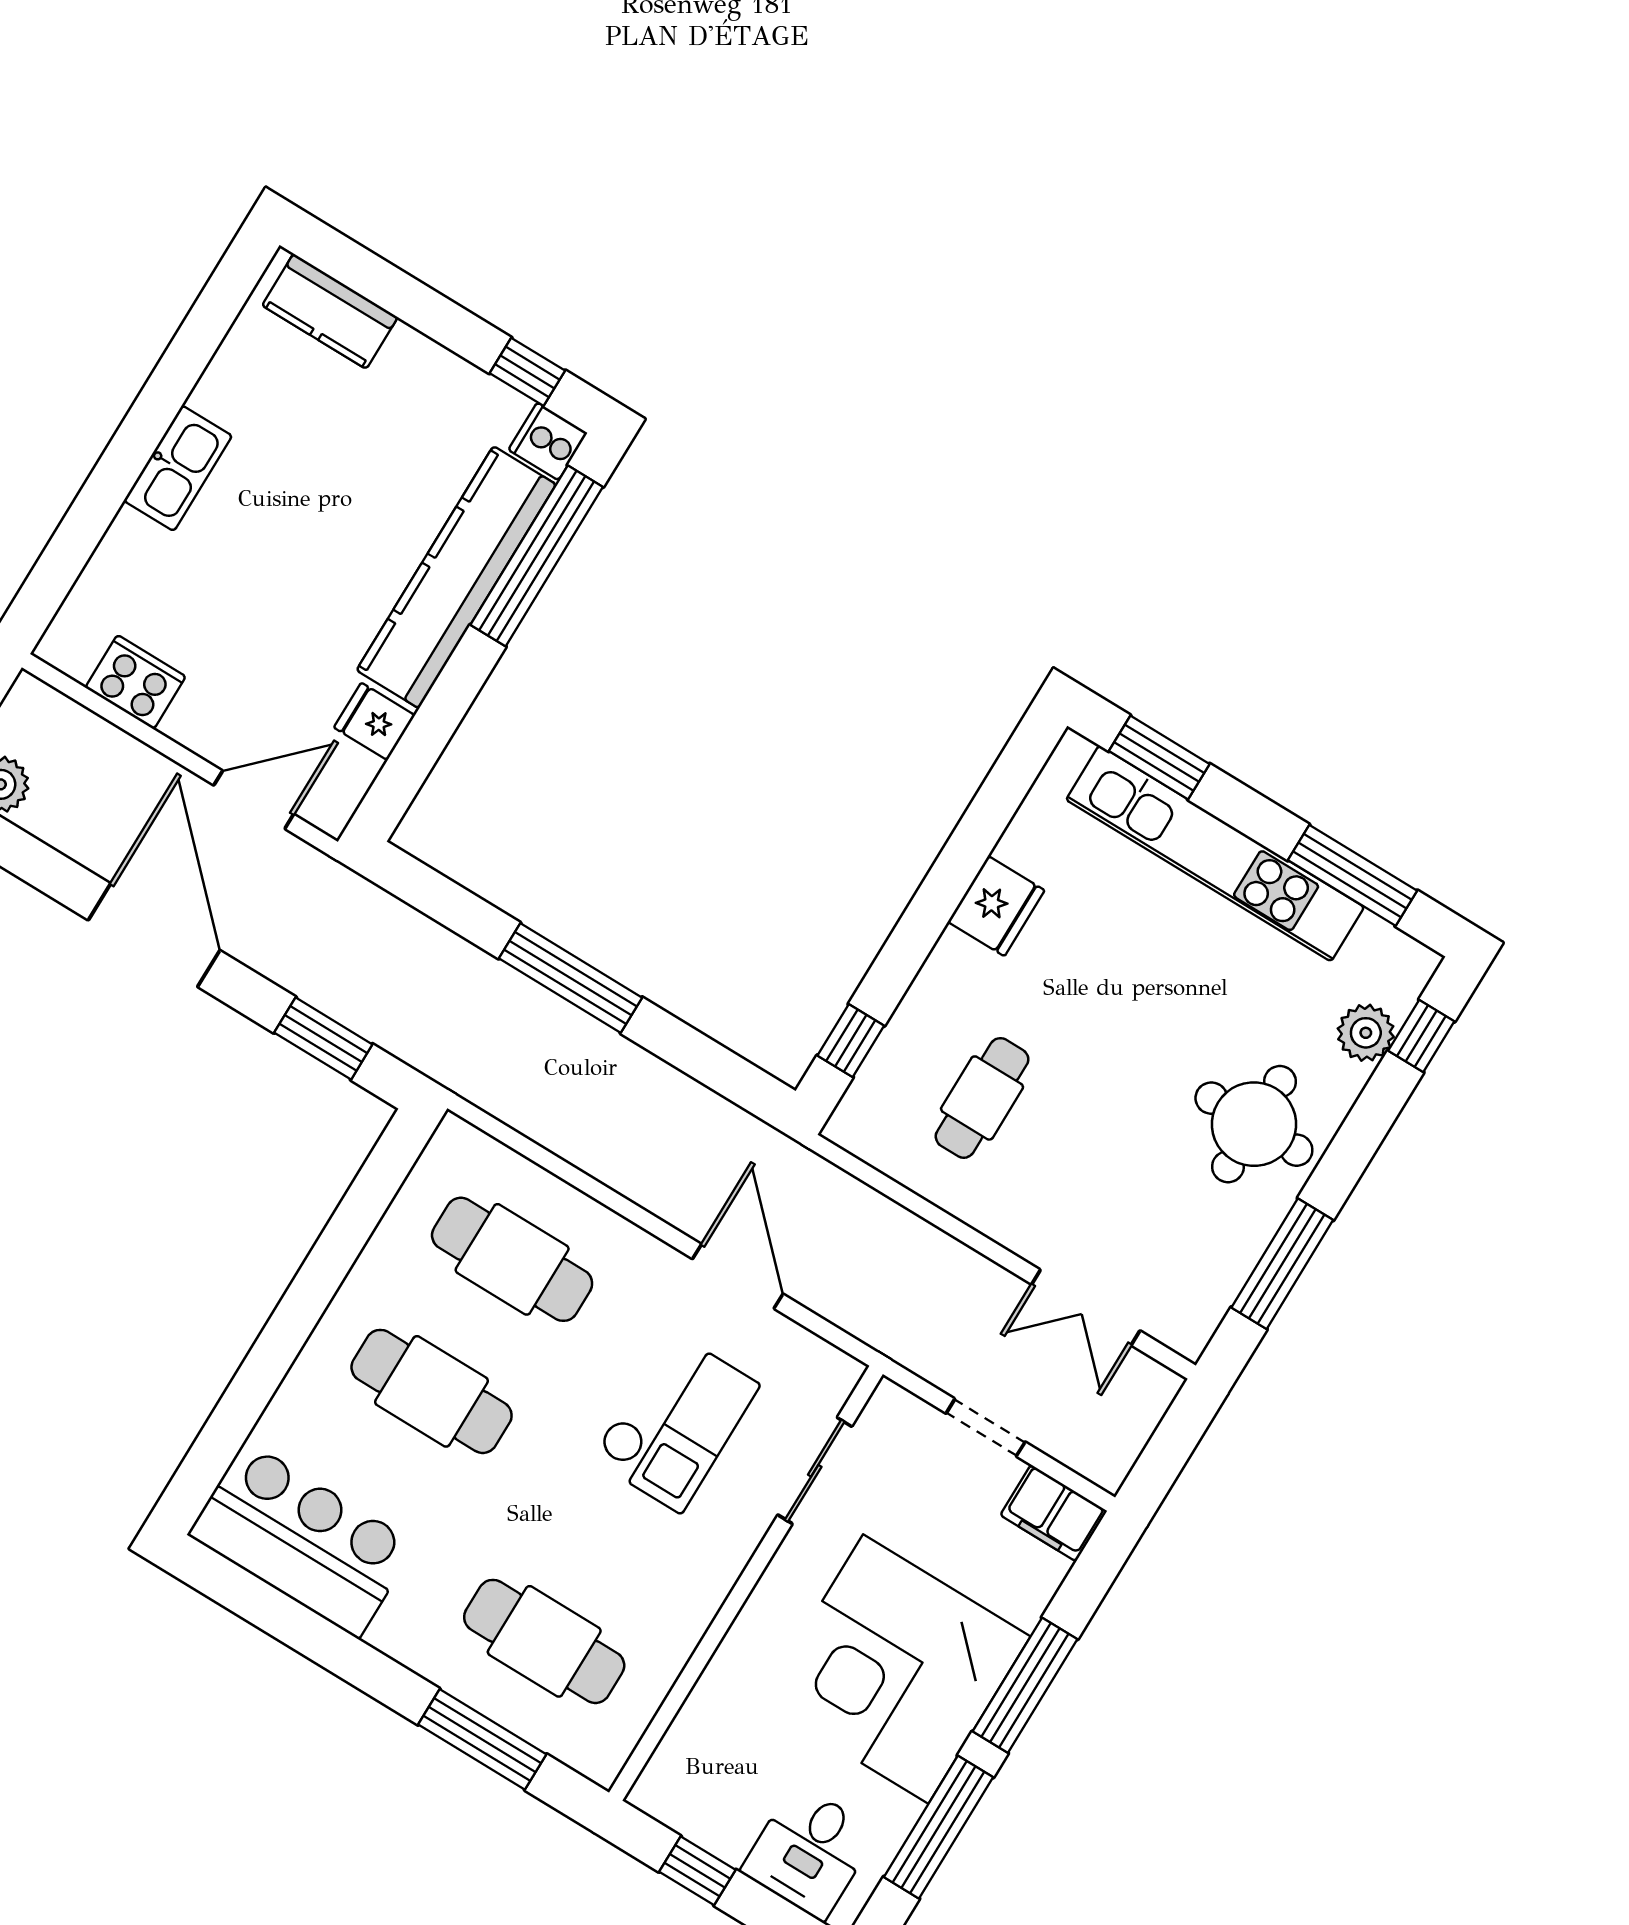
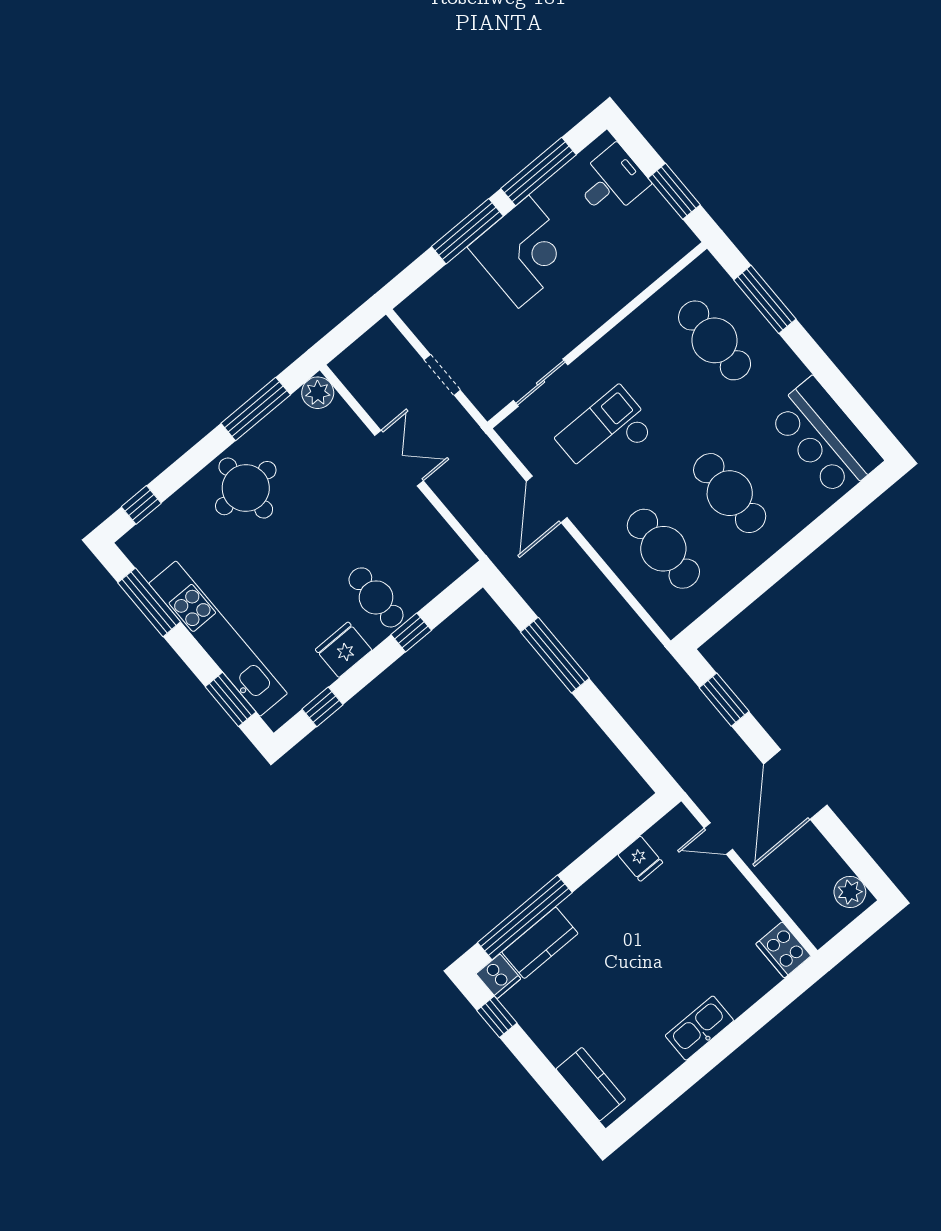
kitchen counter: (456, 577) -> (540, 943), width x0.48, depth x0.86
cooker: (135, 682) -> (783, 950), moved
window: (999, 797) -> (322, 707), added
door: (254, 800) -> (718, 839), width x0.73
window: (571, 978) -> (555, 655), moved
plant: (1366, 1033) -> (318, 393), moved
window: (851, 1041) -> (411, 632), moved
cafe table: (982, 1098) -> (376, 597), moved, turned 90
double door: (1086, 1308) -> (399, 458), moved
filing cabinet: (1054, 1513) -> (421, 318), removed
corner desk: (896, 1669) -> (524, 252), width x0.74, depth x0.74
window: (697, 1871) -> (674, 191), width x1.50

